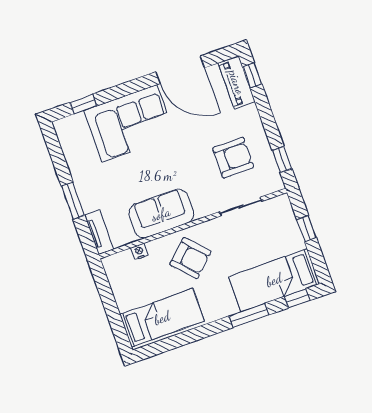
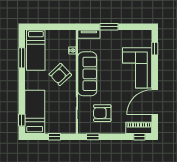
armchair: (233, 158) -> (102, 113), turned 90
sofa: (161, 214) -> (87, 74), width x1.36
window: (249, 315) -> (22, 58), moved

